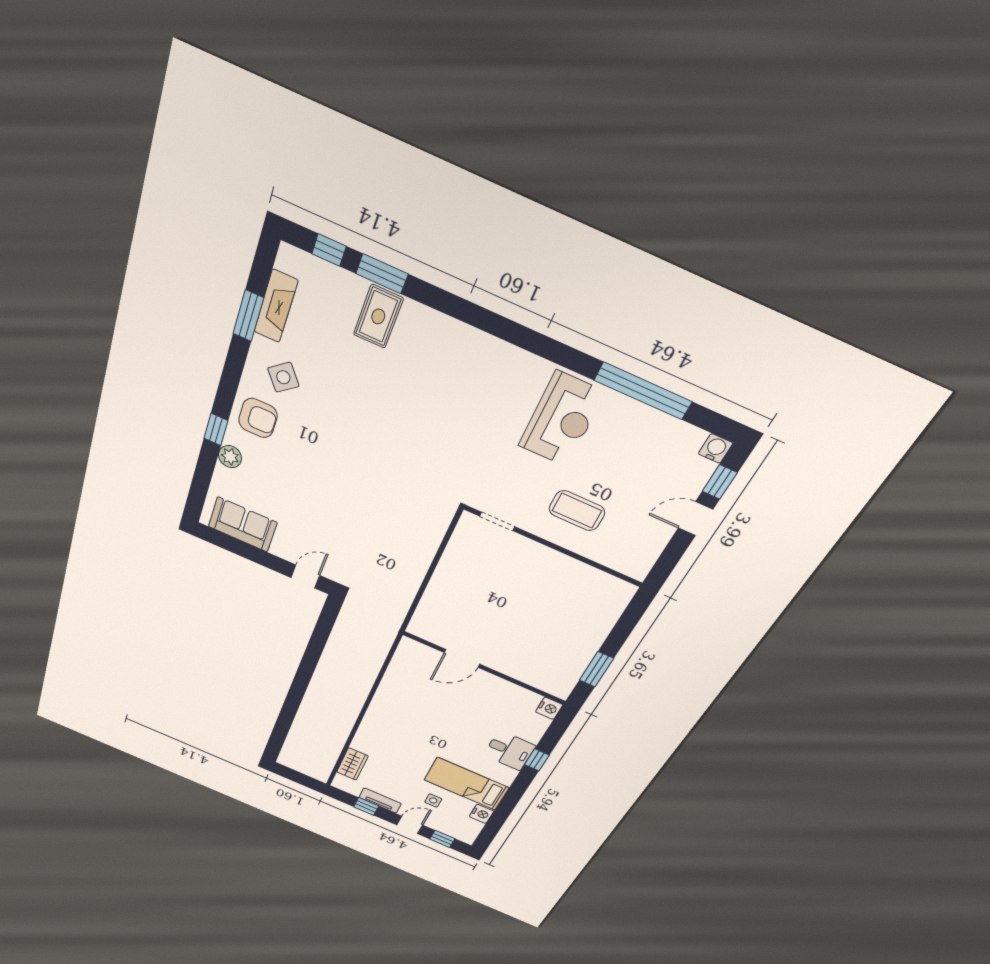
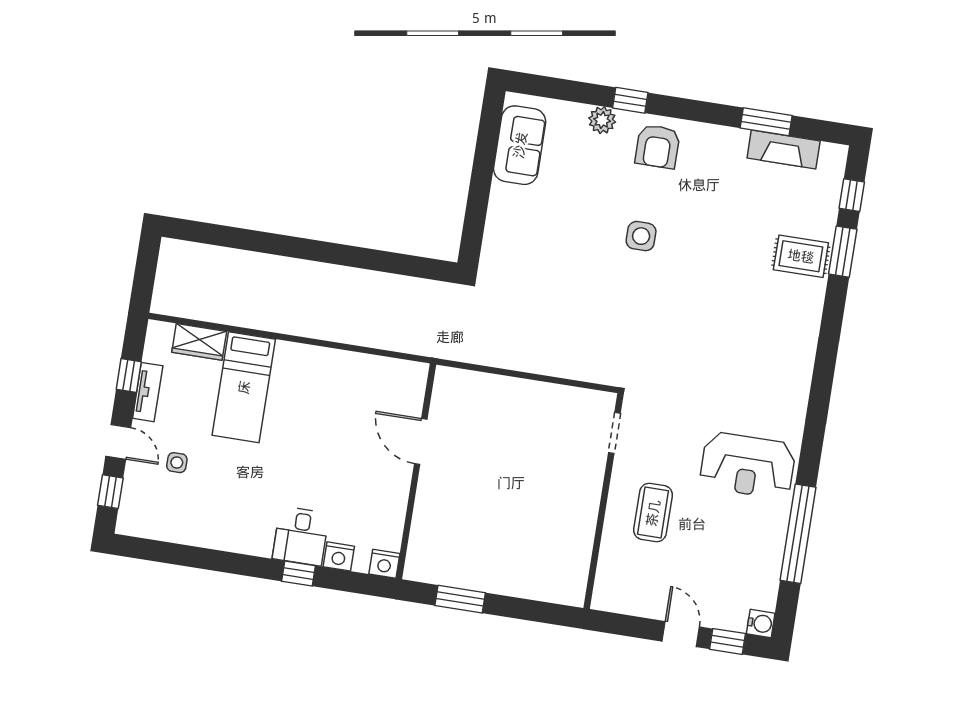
side table: (283, 377) -> (641, 236), moved, turned 38
door: (305, 577) -> (473, 231), removed
bed: (466, 784) -> (244, 387), moved, turned 180
nightstand: (481, 814) -> (339, 556), moved

